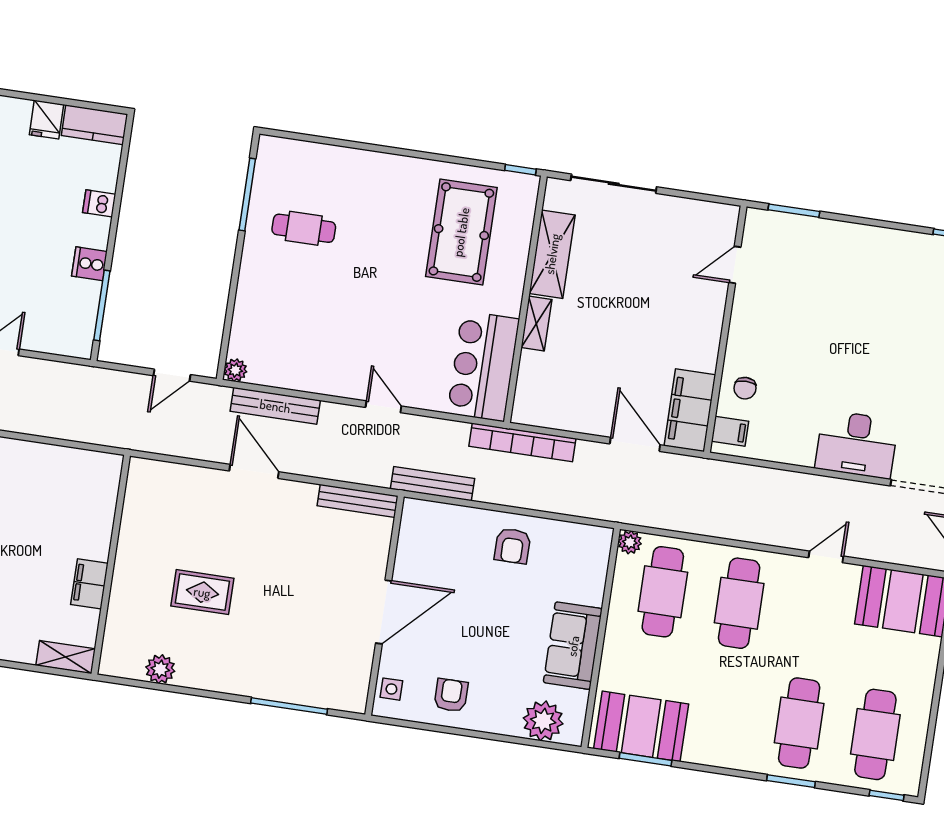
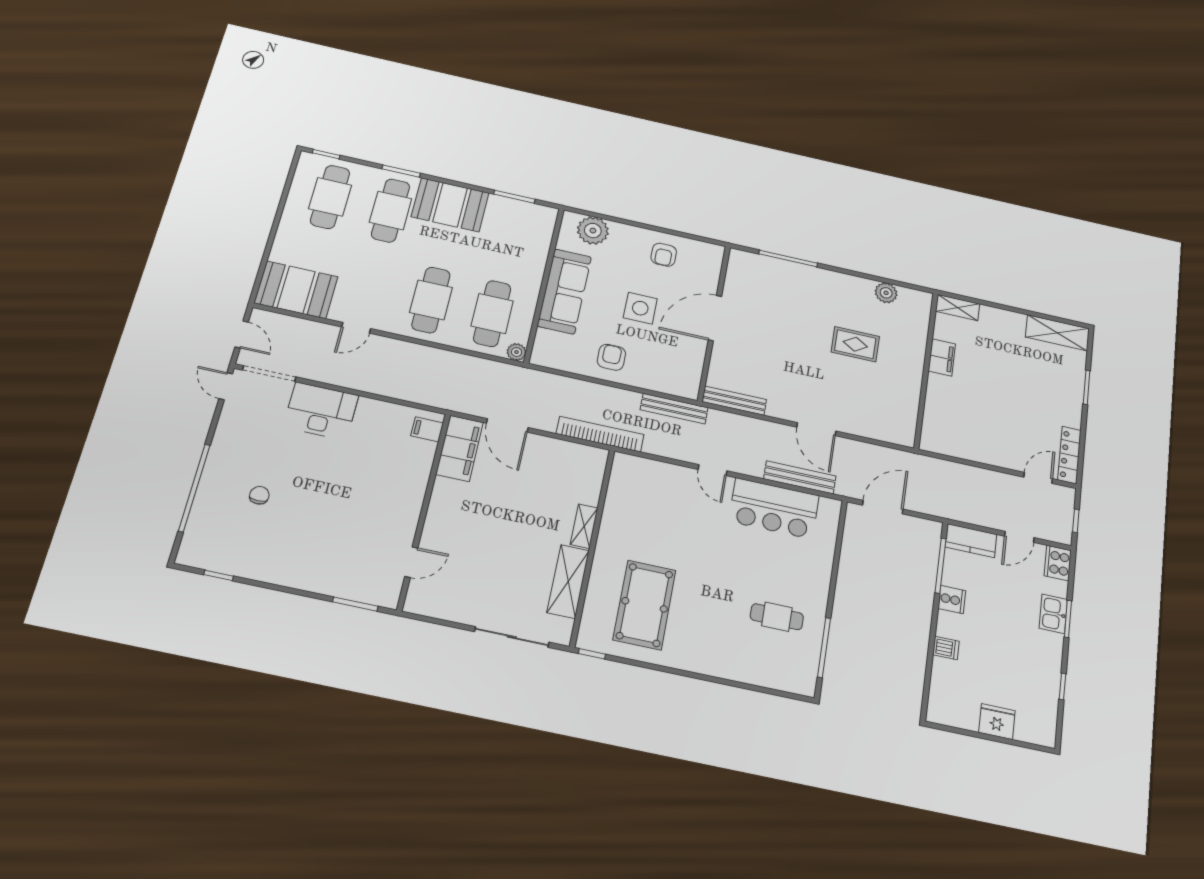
fridge: (47, 120) -> (997, 722), width x1.38
kitchen counter: (95, 125) -> (971, 541), moved, turned 180
bar counter: (483, 366) -> (774, 508), moved, turned 90
plant: (235, 370) -> (832, 507), removed
door: (172, 375) -> (883, 507), width x1.38
chair: (745, 388) -> (259, 495), moved
sofa: (573, 646) -> (564, 291), width x1.36
side table: (391, 689) -> (640, 308), moved, width x1.87, depth x1.87
booth: (641, 726) -> (450, 205), moved

